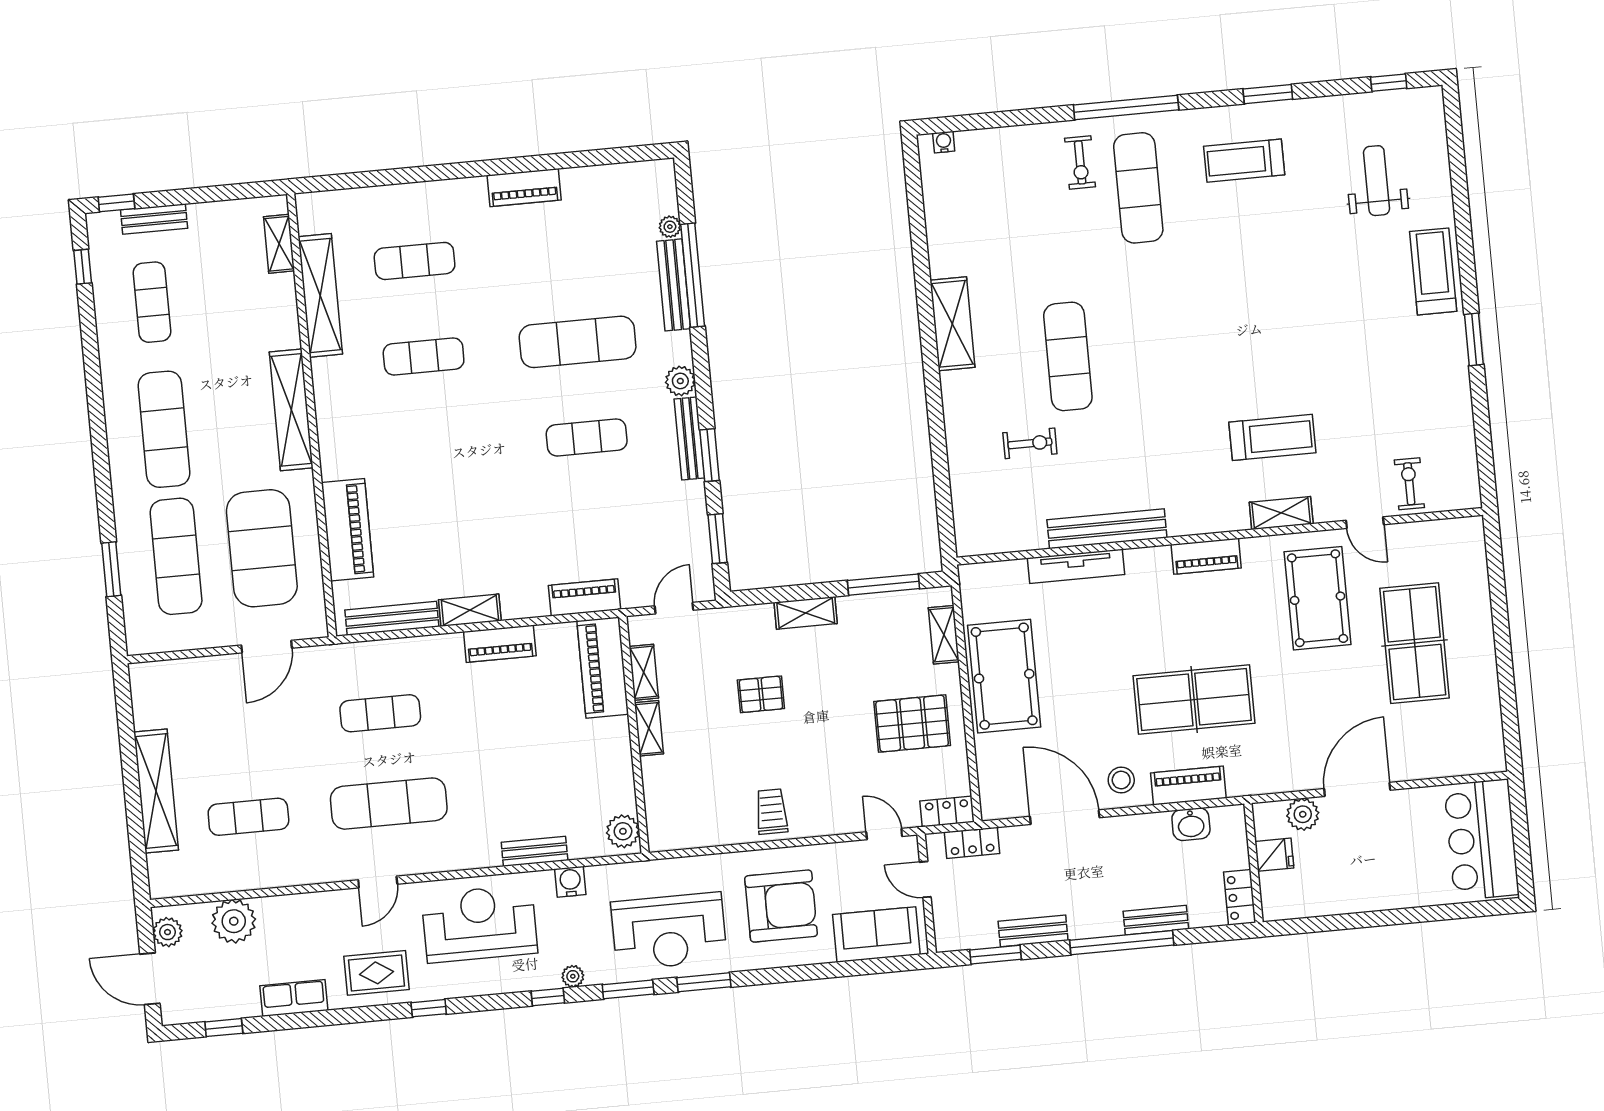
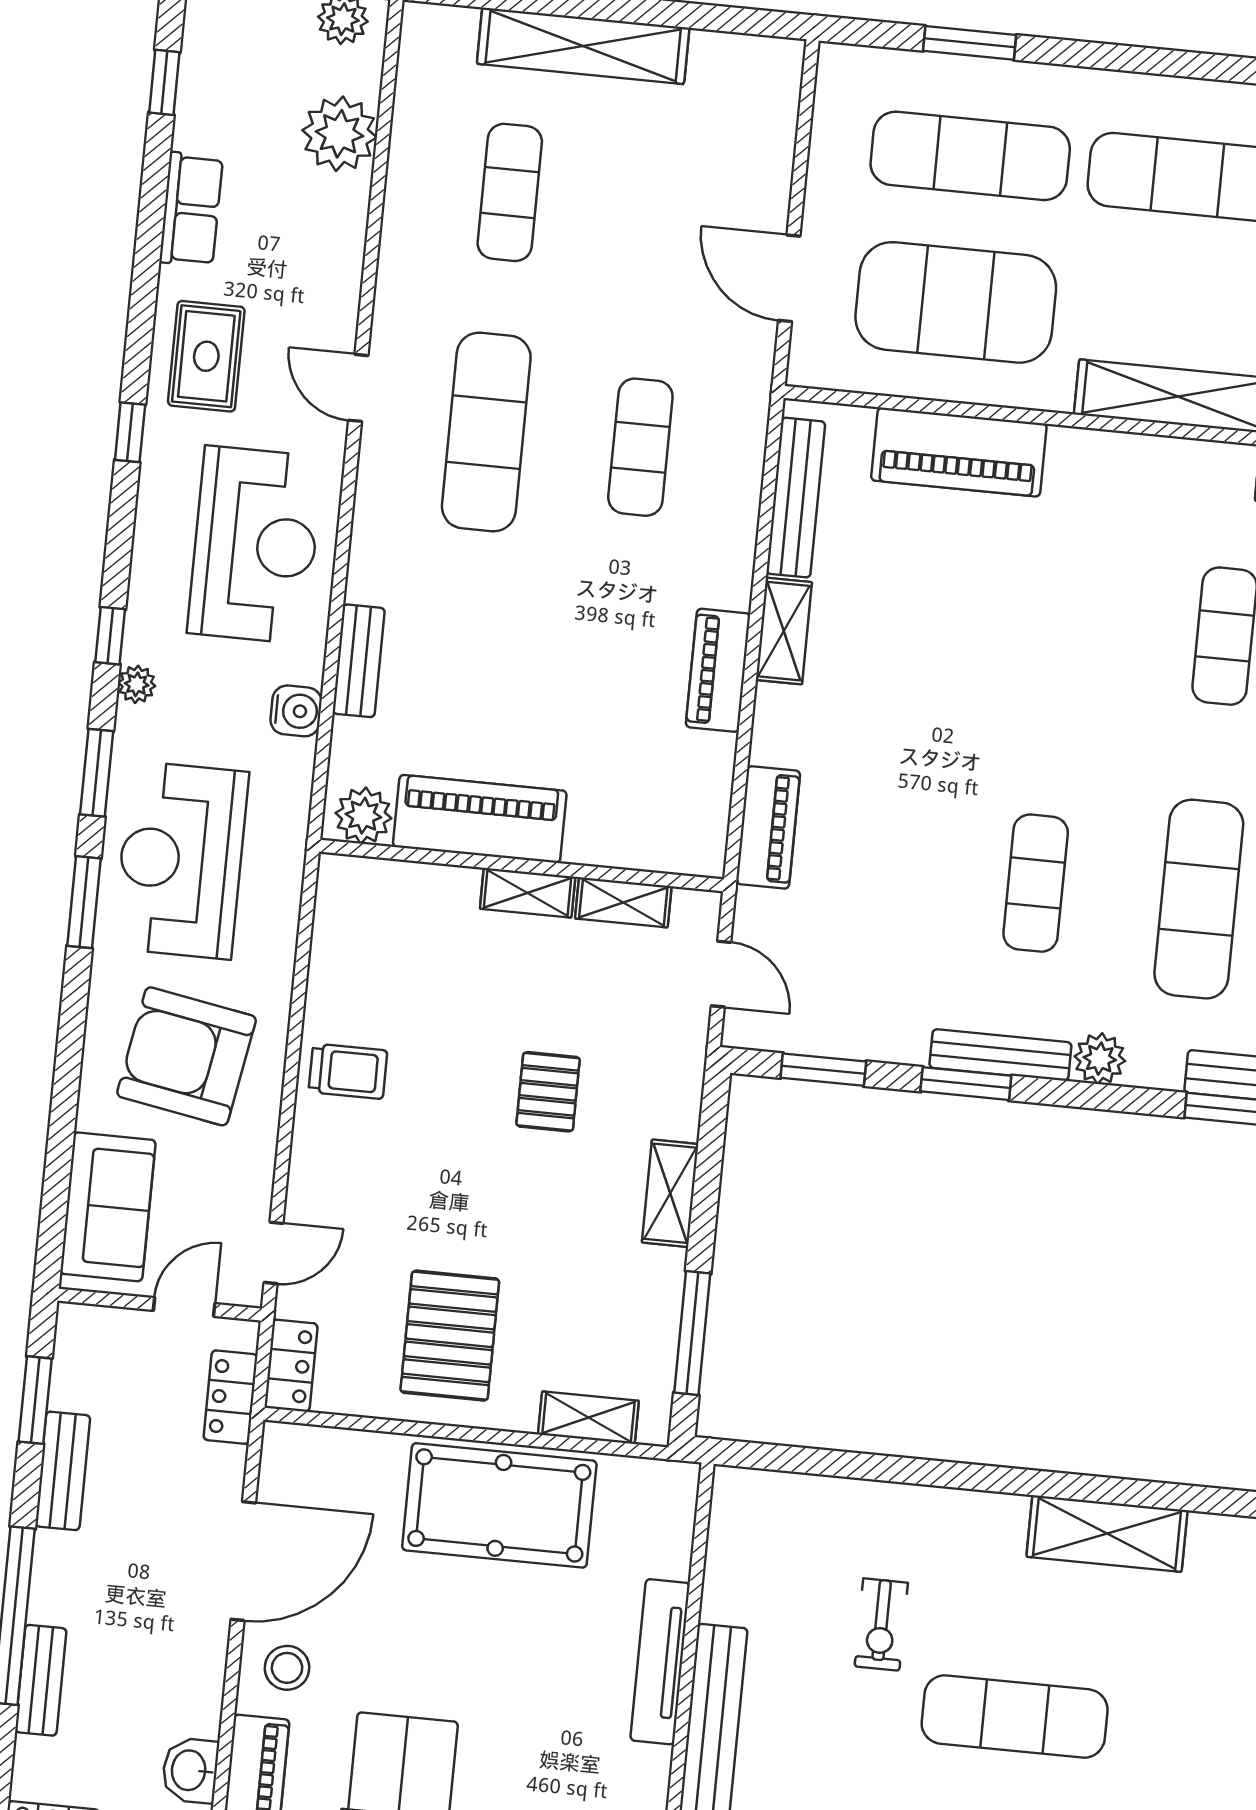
piano: (603, 668) -> (480, 819), moved
armchair: (781, 906) -> (187, 1056), turned 100

